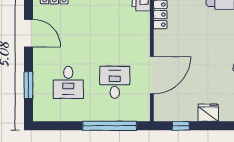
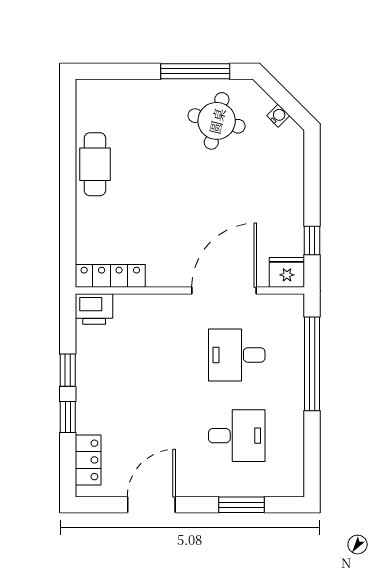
door: (152, 75) -> (224, 291), hinge flipped
fridge: (208, 113) -> (287, 272), moved, turned 90

